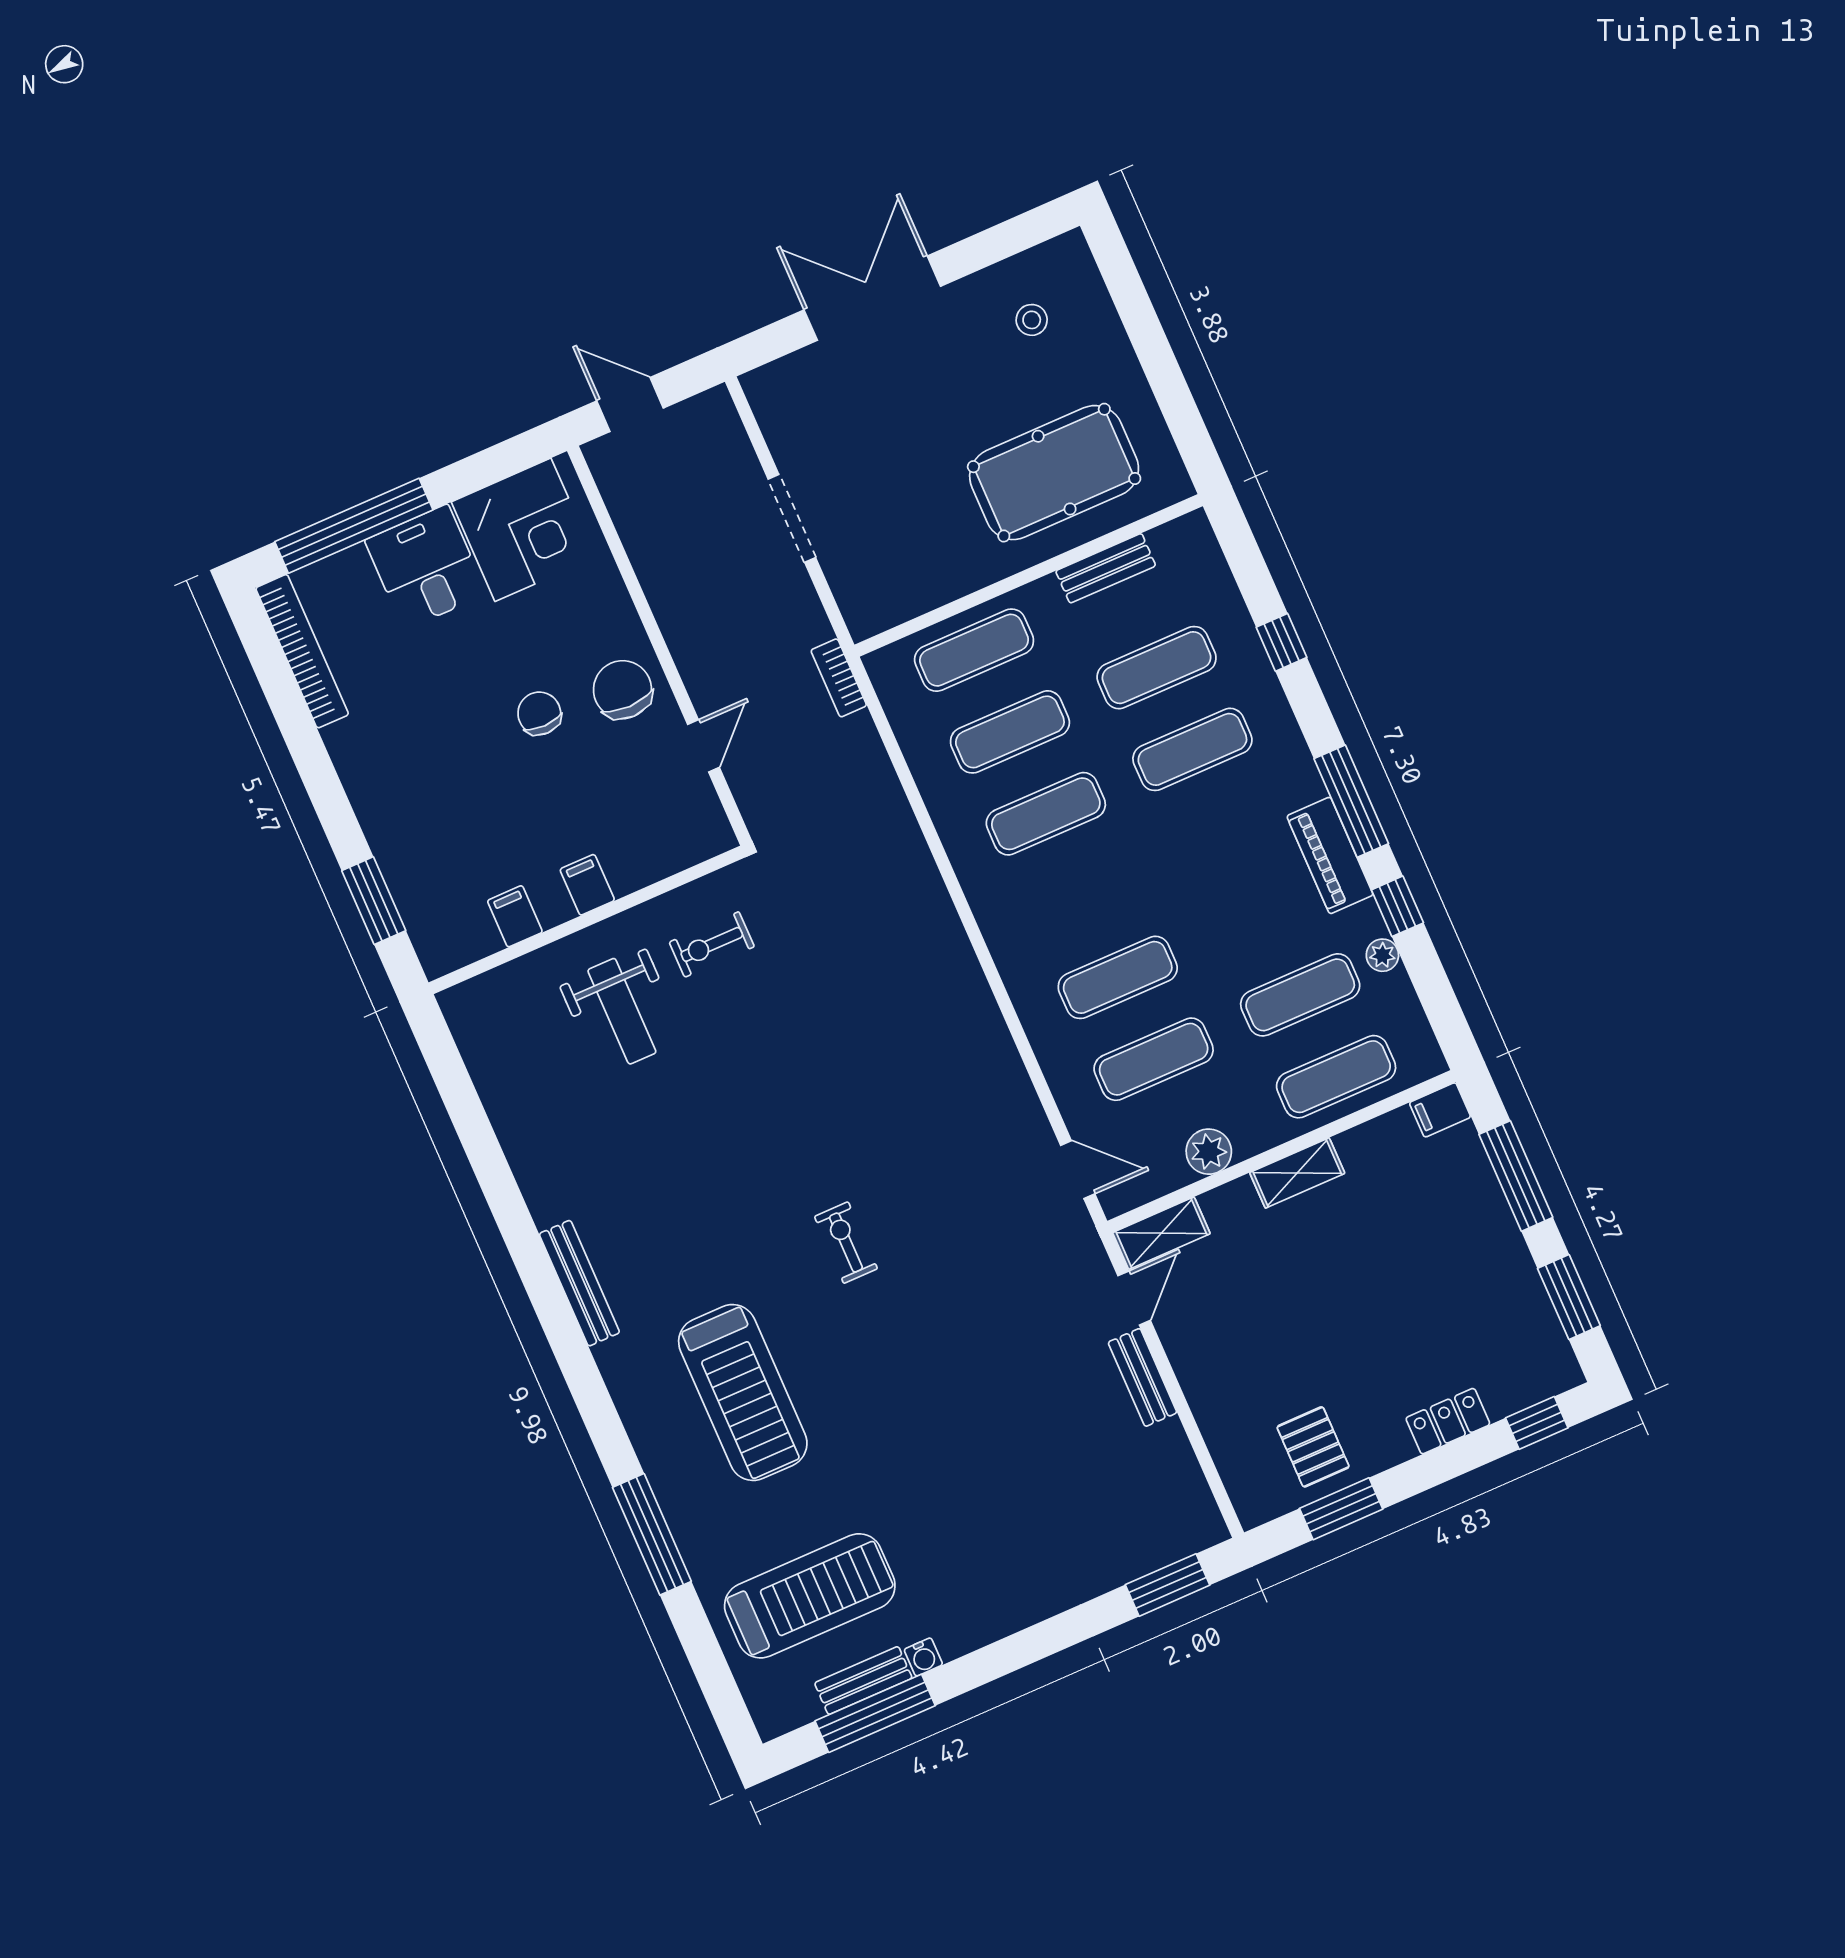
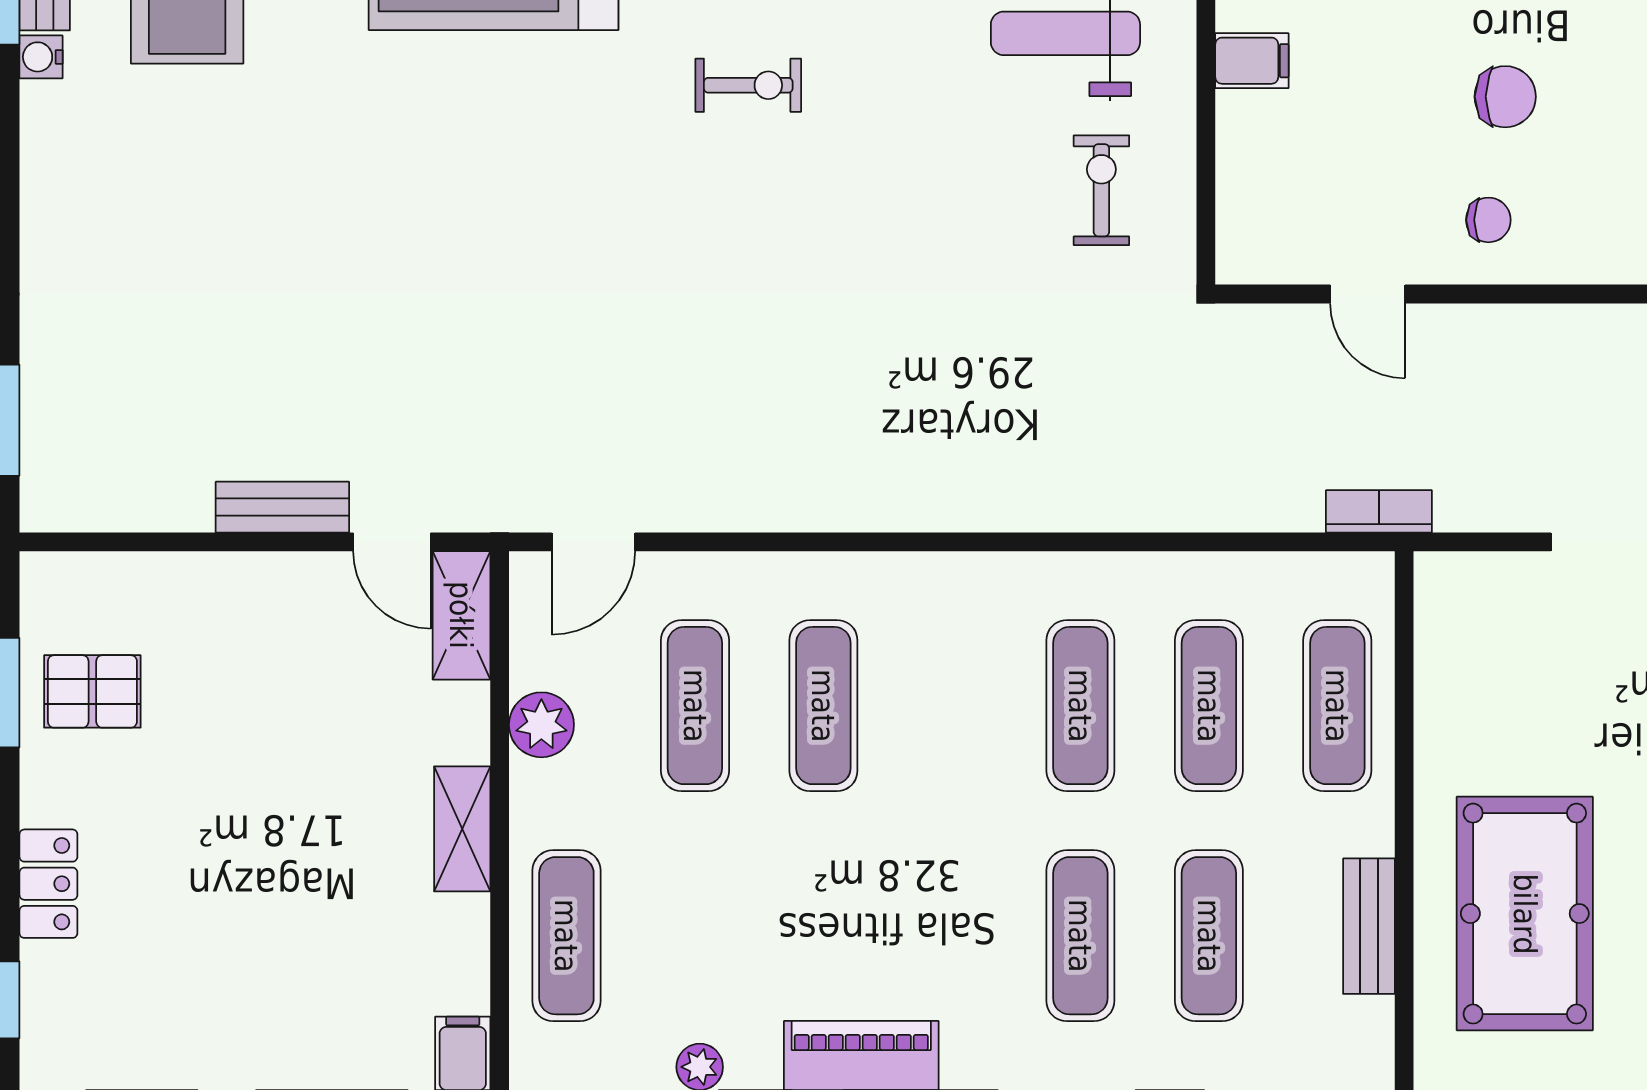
chair: (623, 690) -> (1488, 220), width x0.54, depth x0.54
exercise mat: (1300, 995) -> (695, 936), removed
exercise bike: (846, 1243) -> (748, 85), moved

